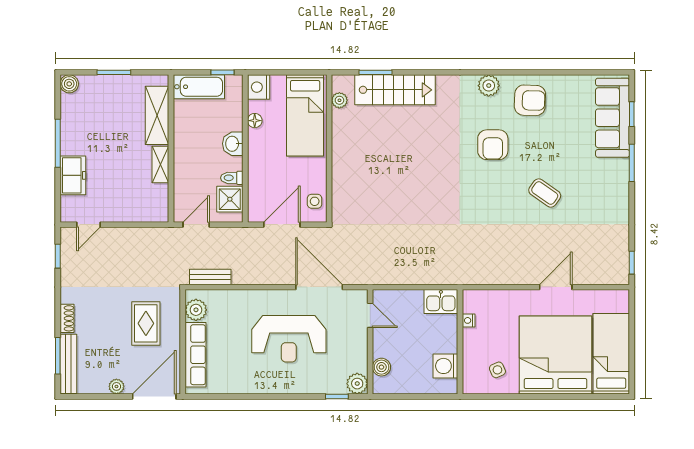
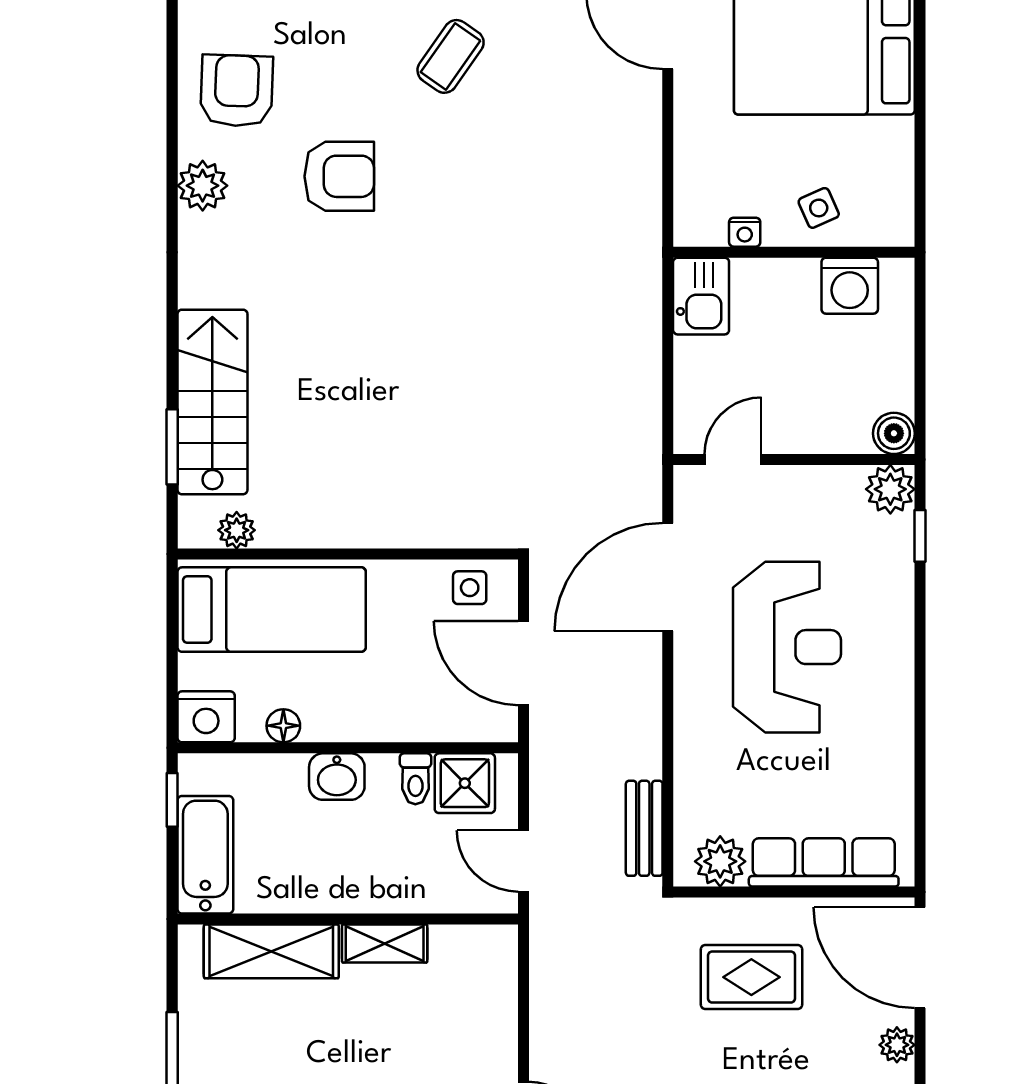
boiler: (381, 367) -> (894, 433), moved
side table: (497, 370) -> (819, 208), moved

